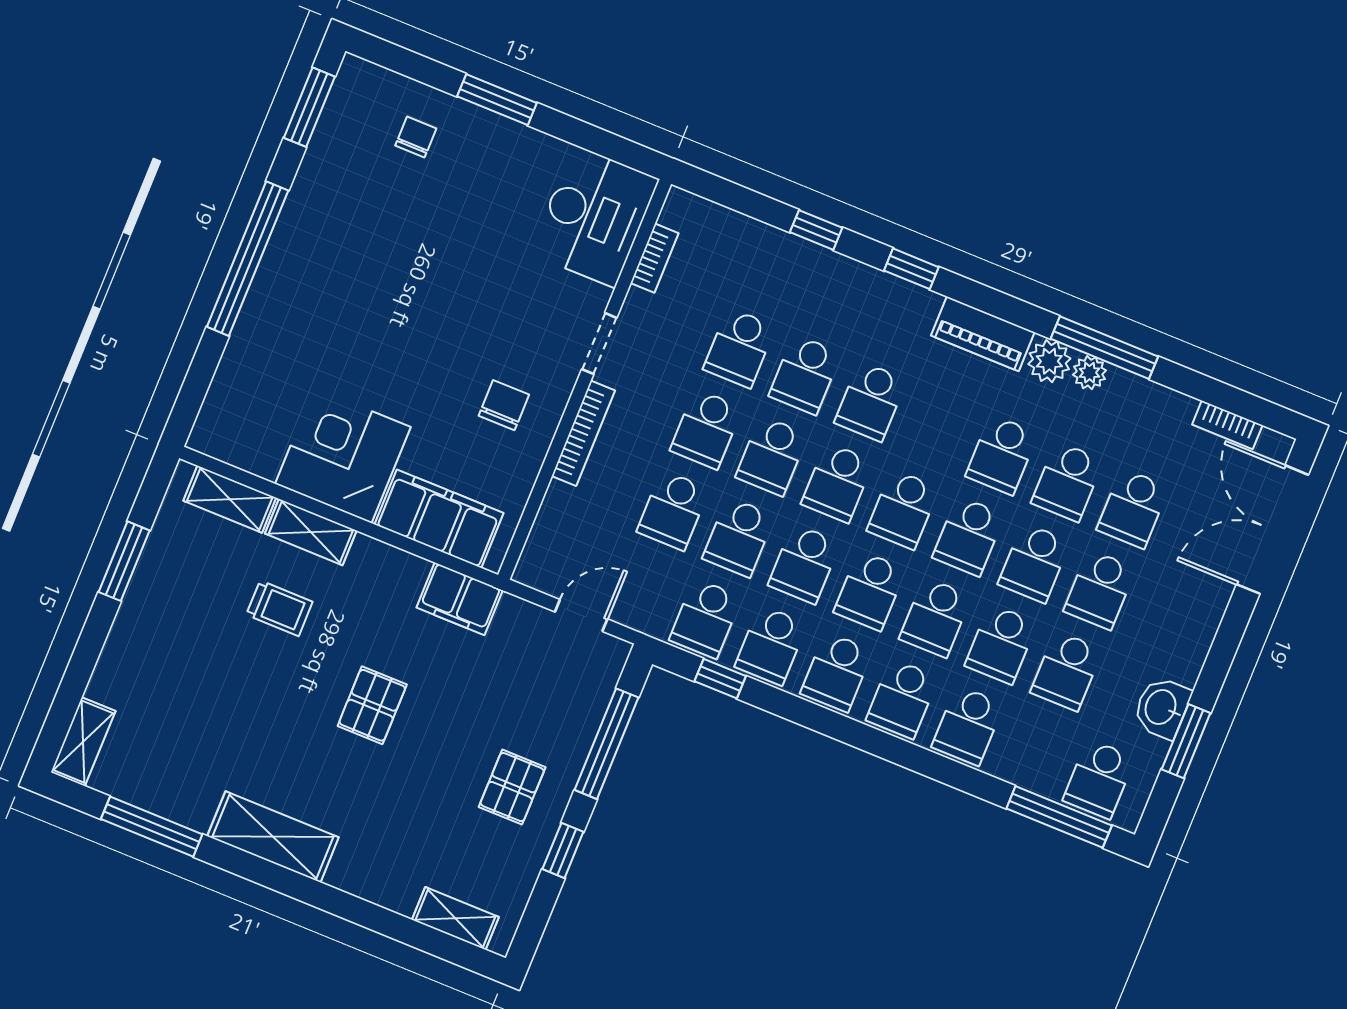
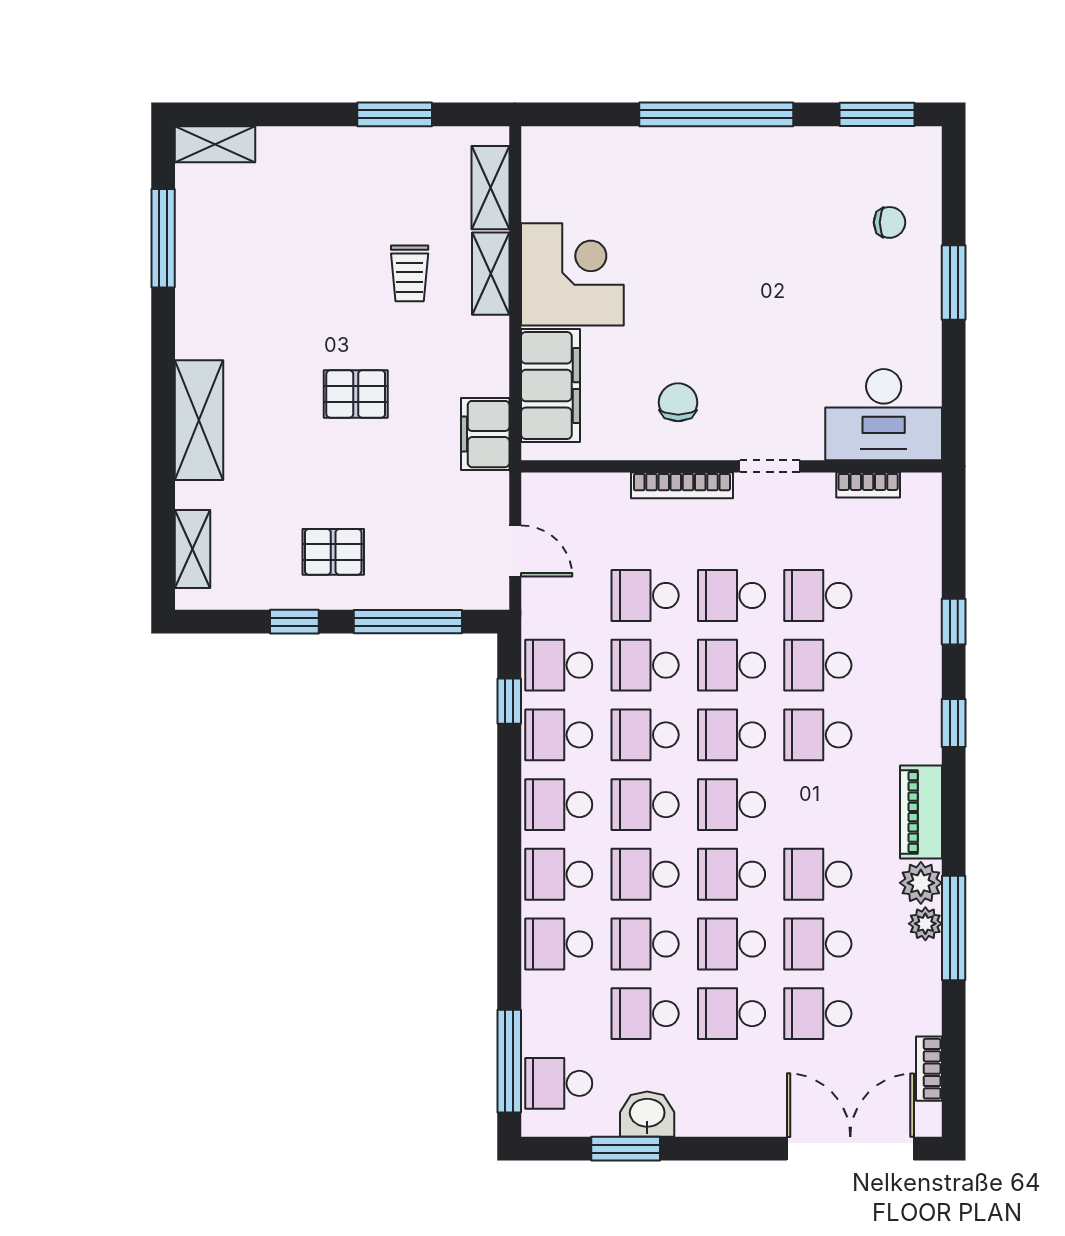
chair: (504, 405) -> (678, 402), turned -90
shelving: (273, 837) -> (199, 420), moved

